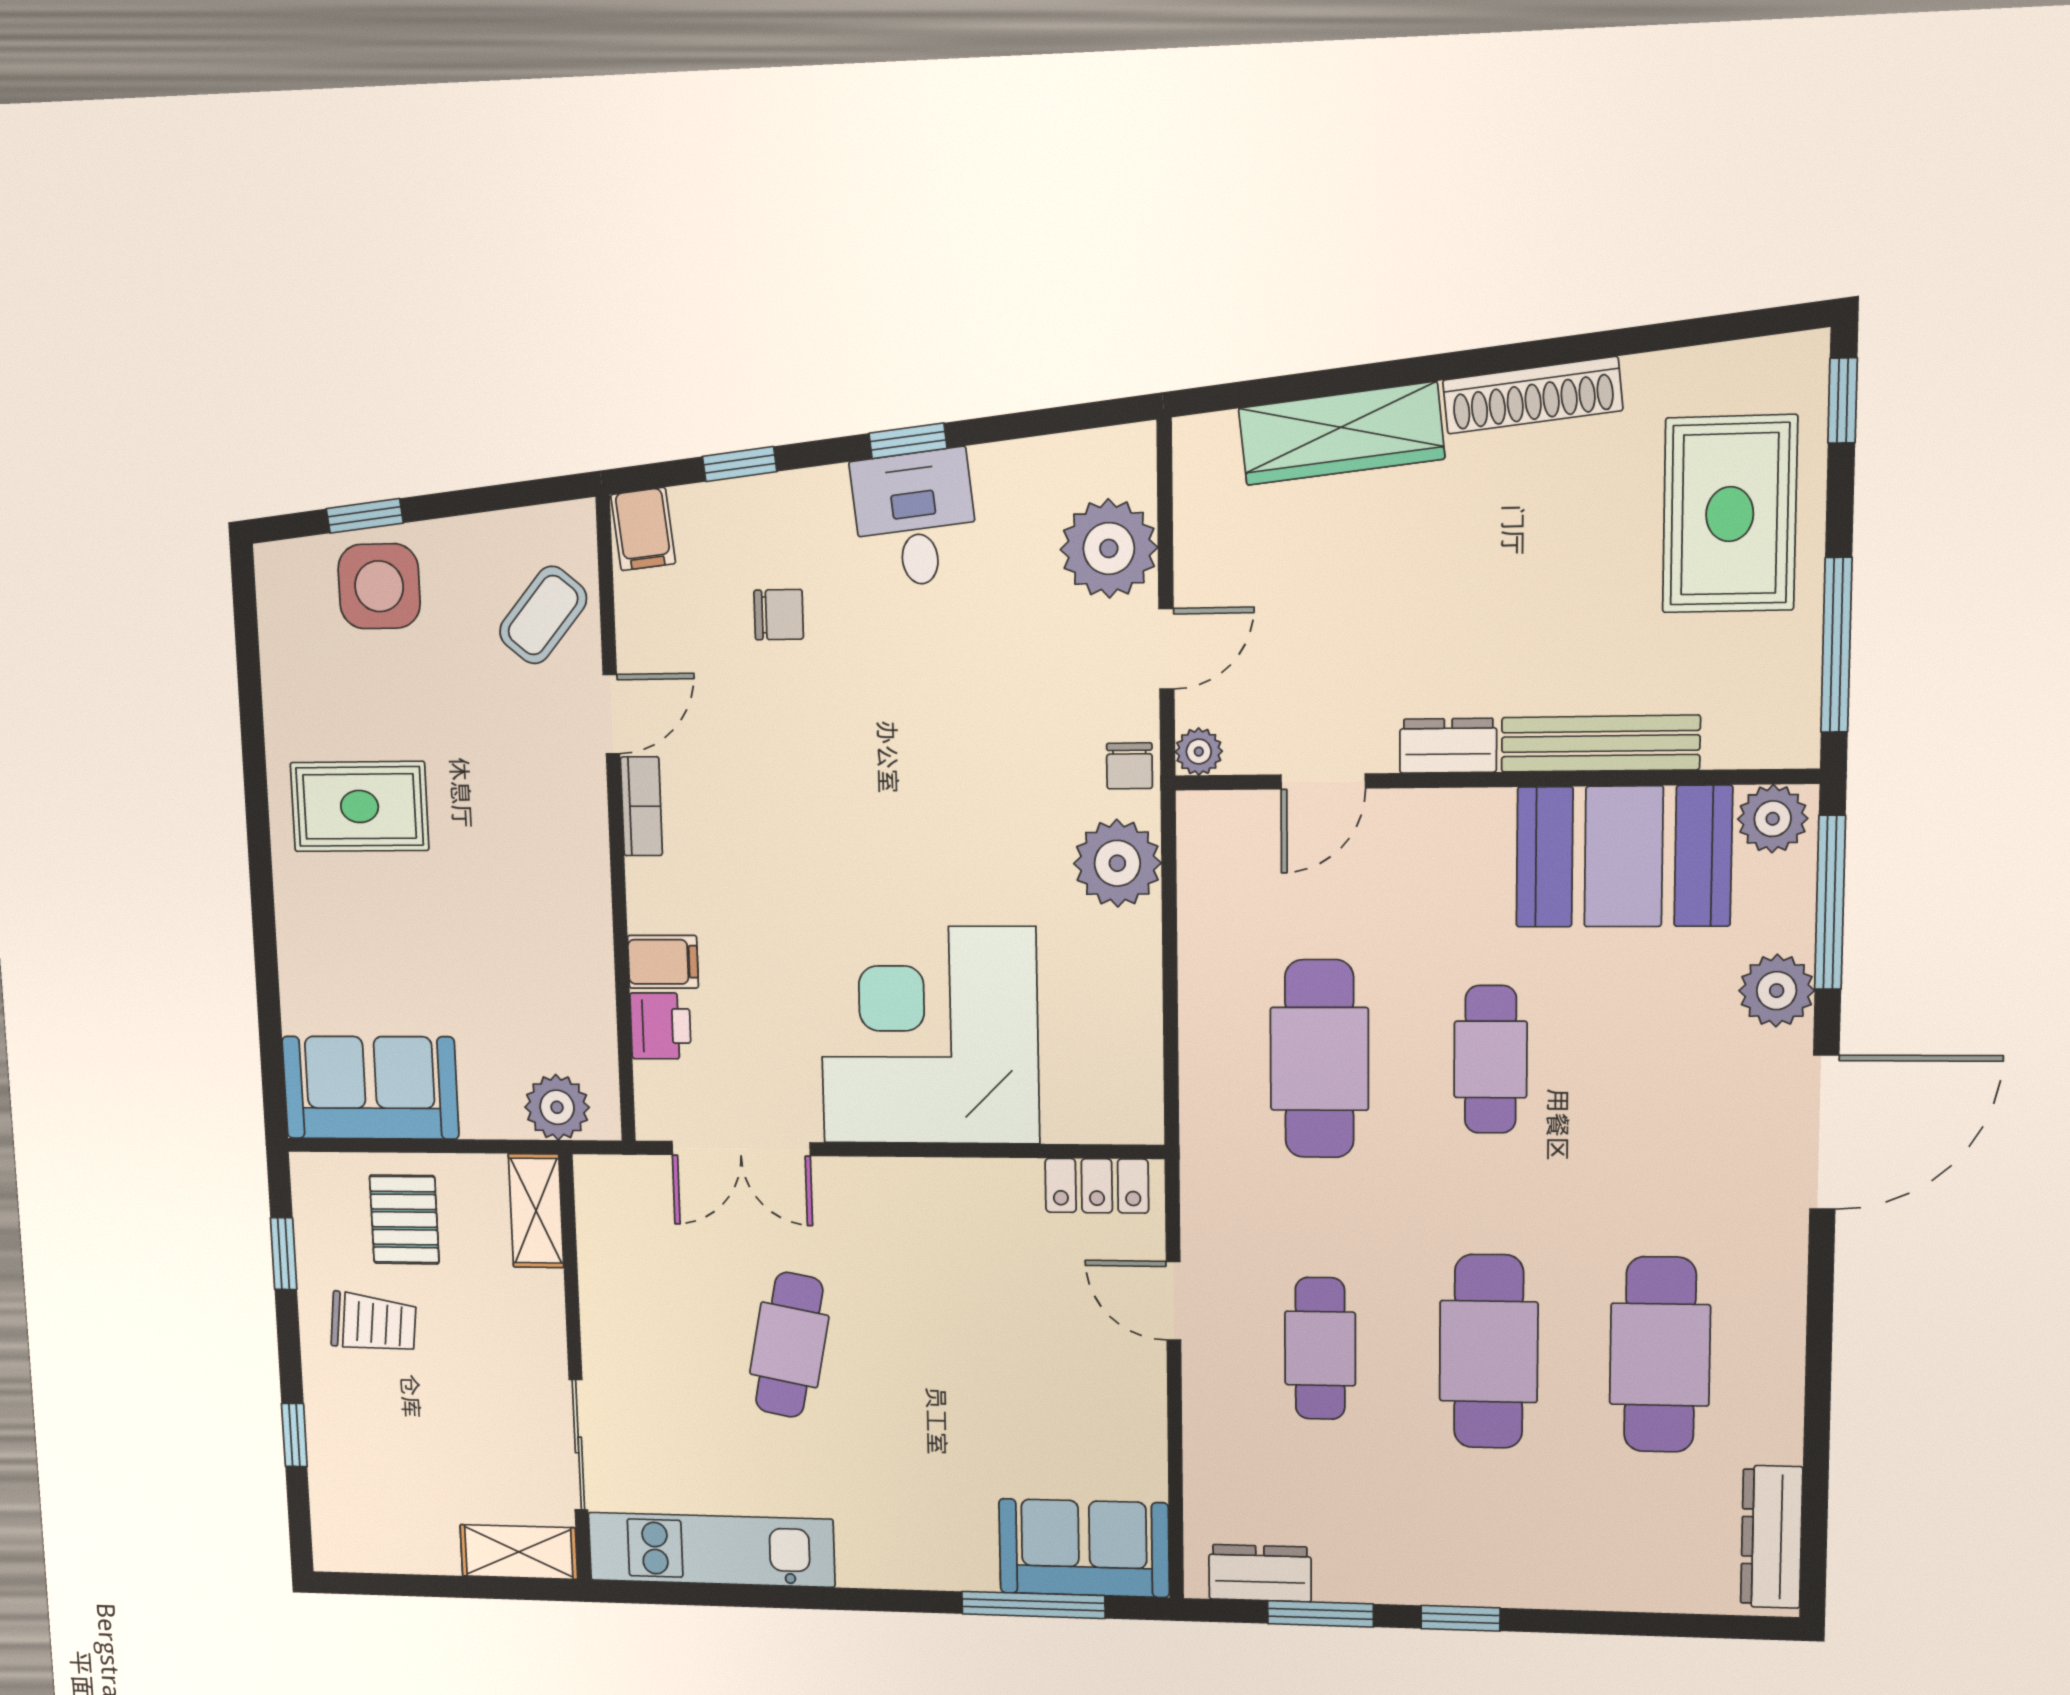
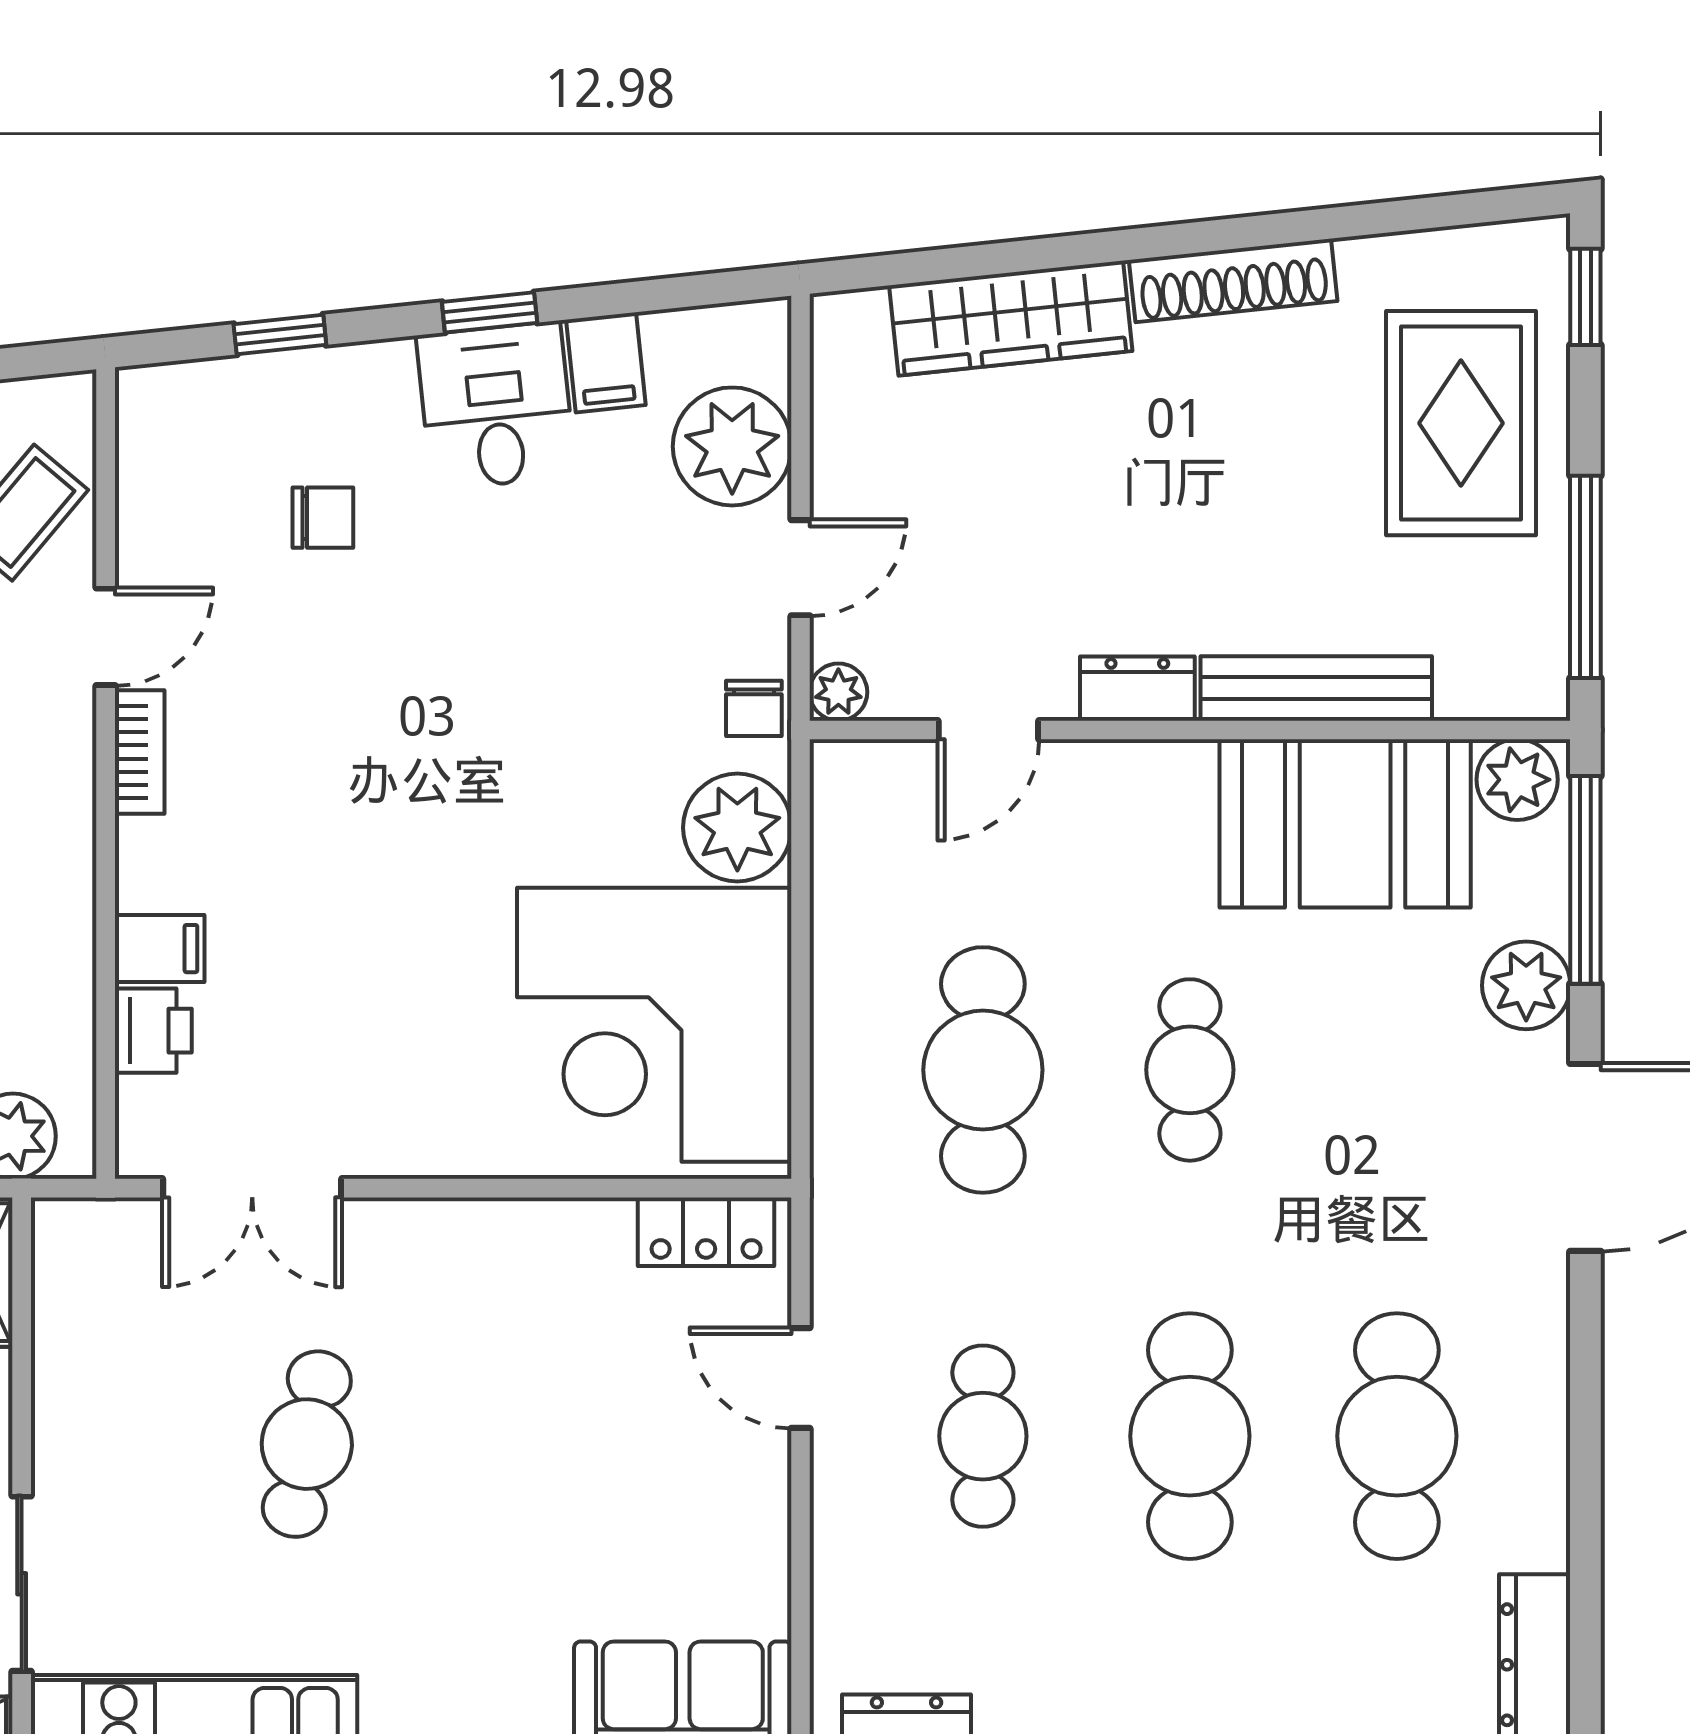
filing cabinet: (643, 529) -> (606, 362), moved
corner desk: (929, 1035) -> (654, 1025), moved, turned -90

